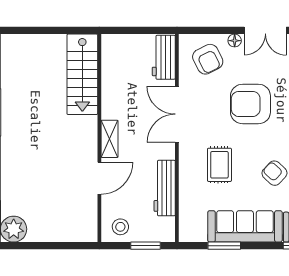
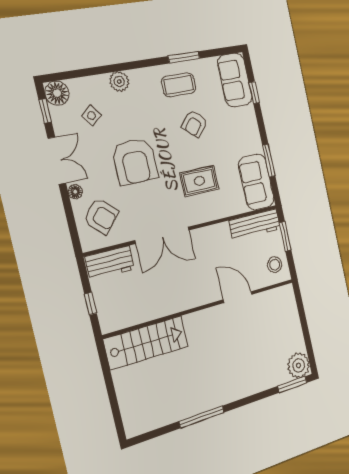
window: (132, 30) -> (91, 304), added
armchair: (208, 59) -> (101, 216), turned 70
shelving: (109, 139) -> (200, 297), removed
workbench: (165, 188) -> (255, 225), moved
sofa: (245, 226) -> (256, 182), moved, width x0.73

